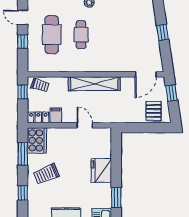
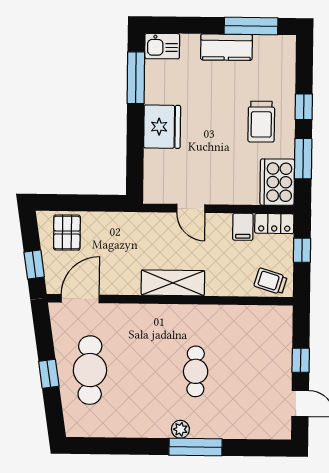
cafe table: (52, 35) -> (90, 370), moved
shelving: (94, 84) -> (173, 283), width x0.68
window: (23, 92) -> (302, 250), moved
trolley: (46, 174) -> (261, 122), turned 113
window: (23, 193) -> (304, 107), moved
window: (116, 197) -> (136, 78), width x1.44

